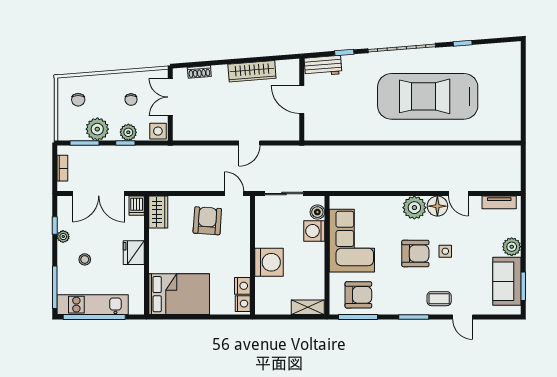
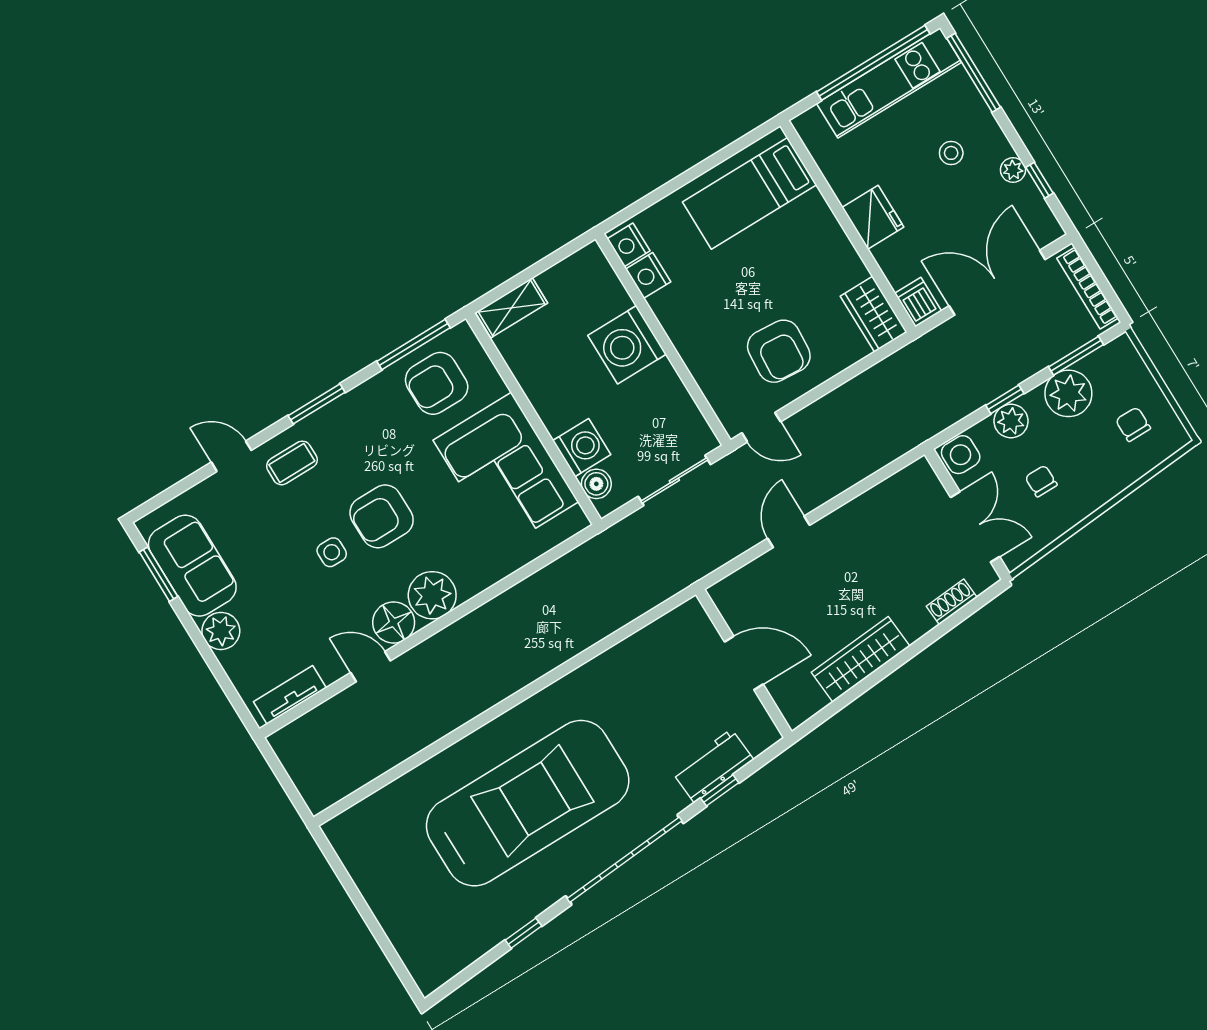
workbench: (323, 66) -> (713, 766), moved
bookcase: (62, 168) -> (1087, 288), width x1.56
bed: (179, 294) -> (750, 193), width x0.67

